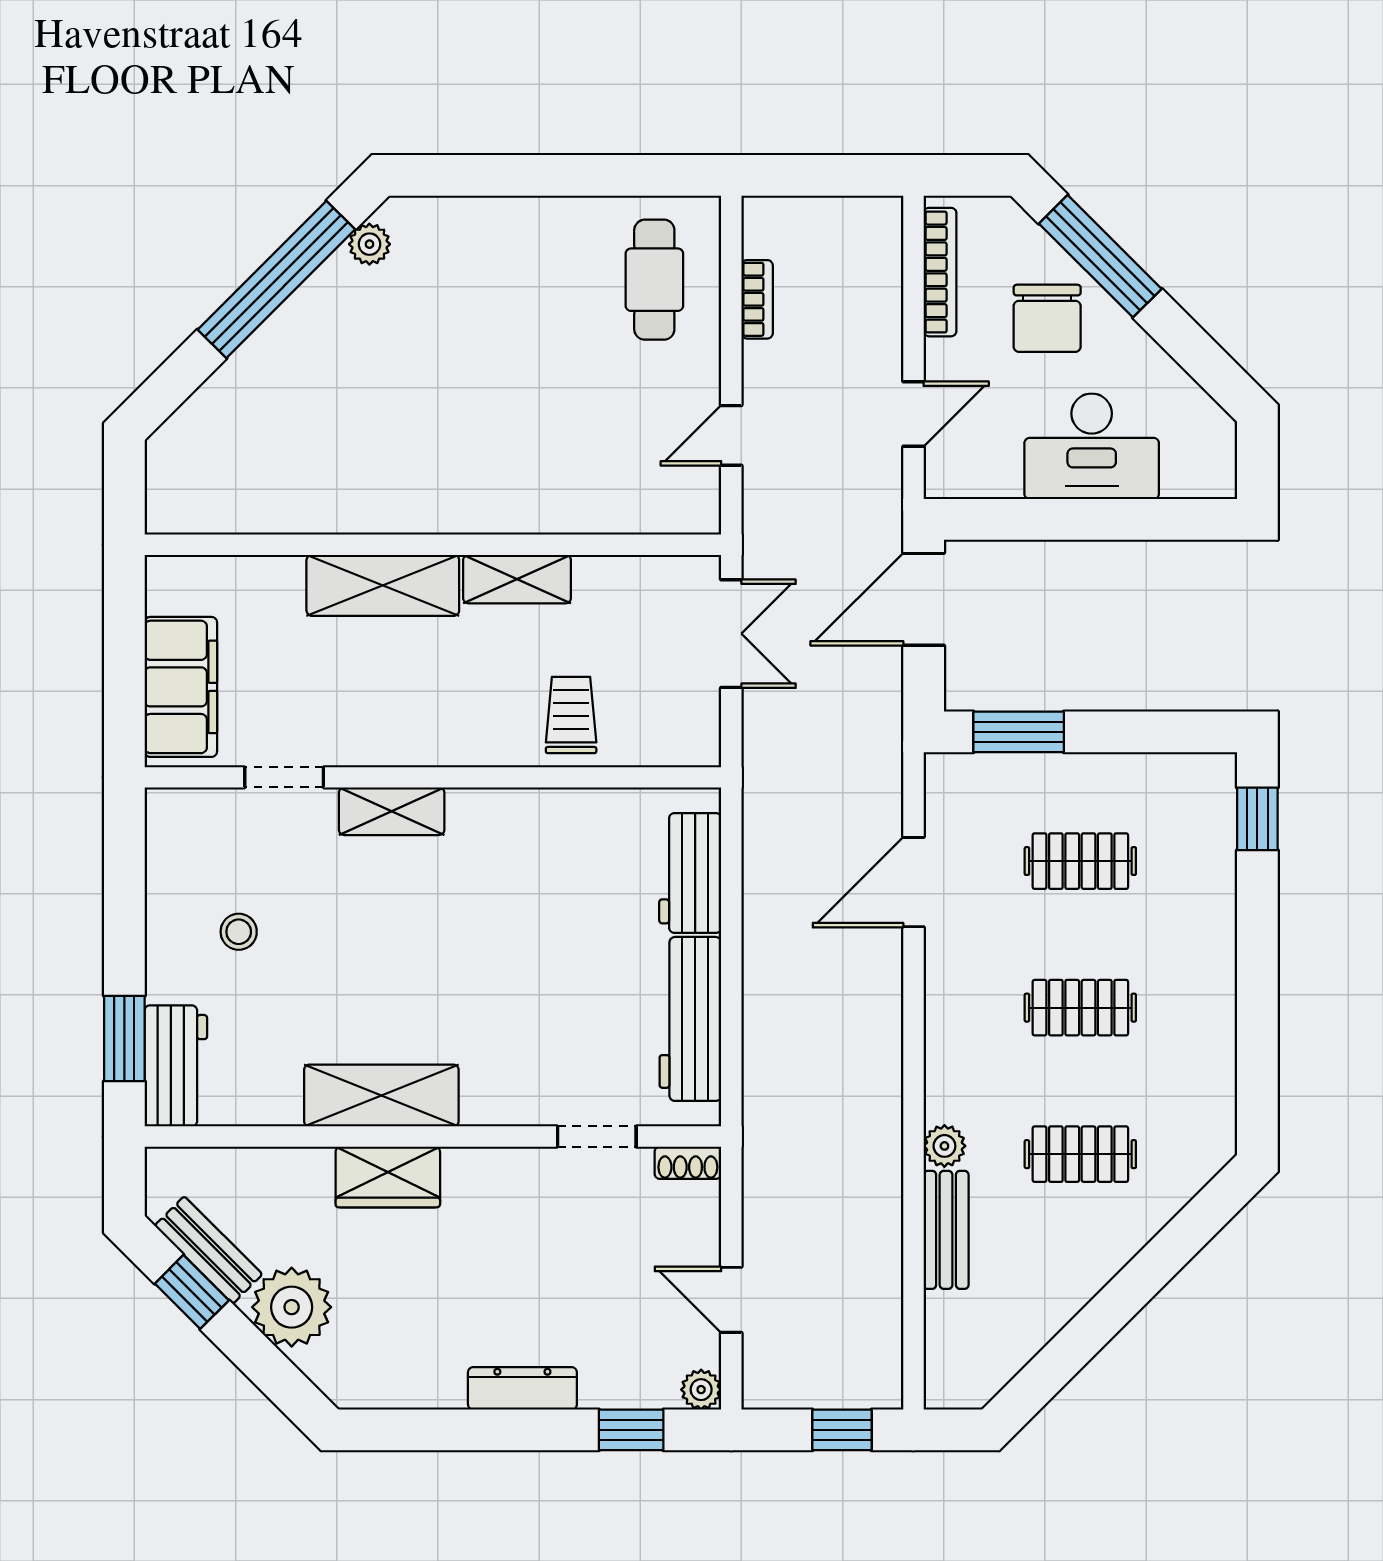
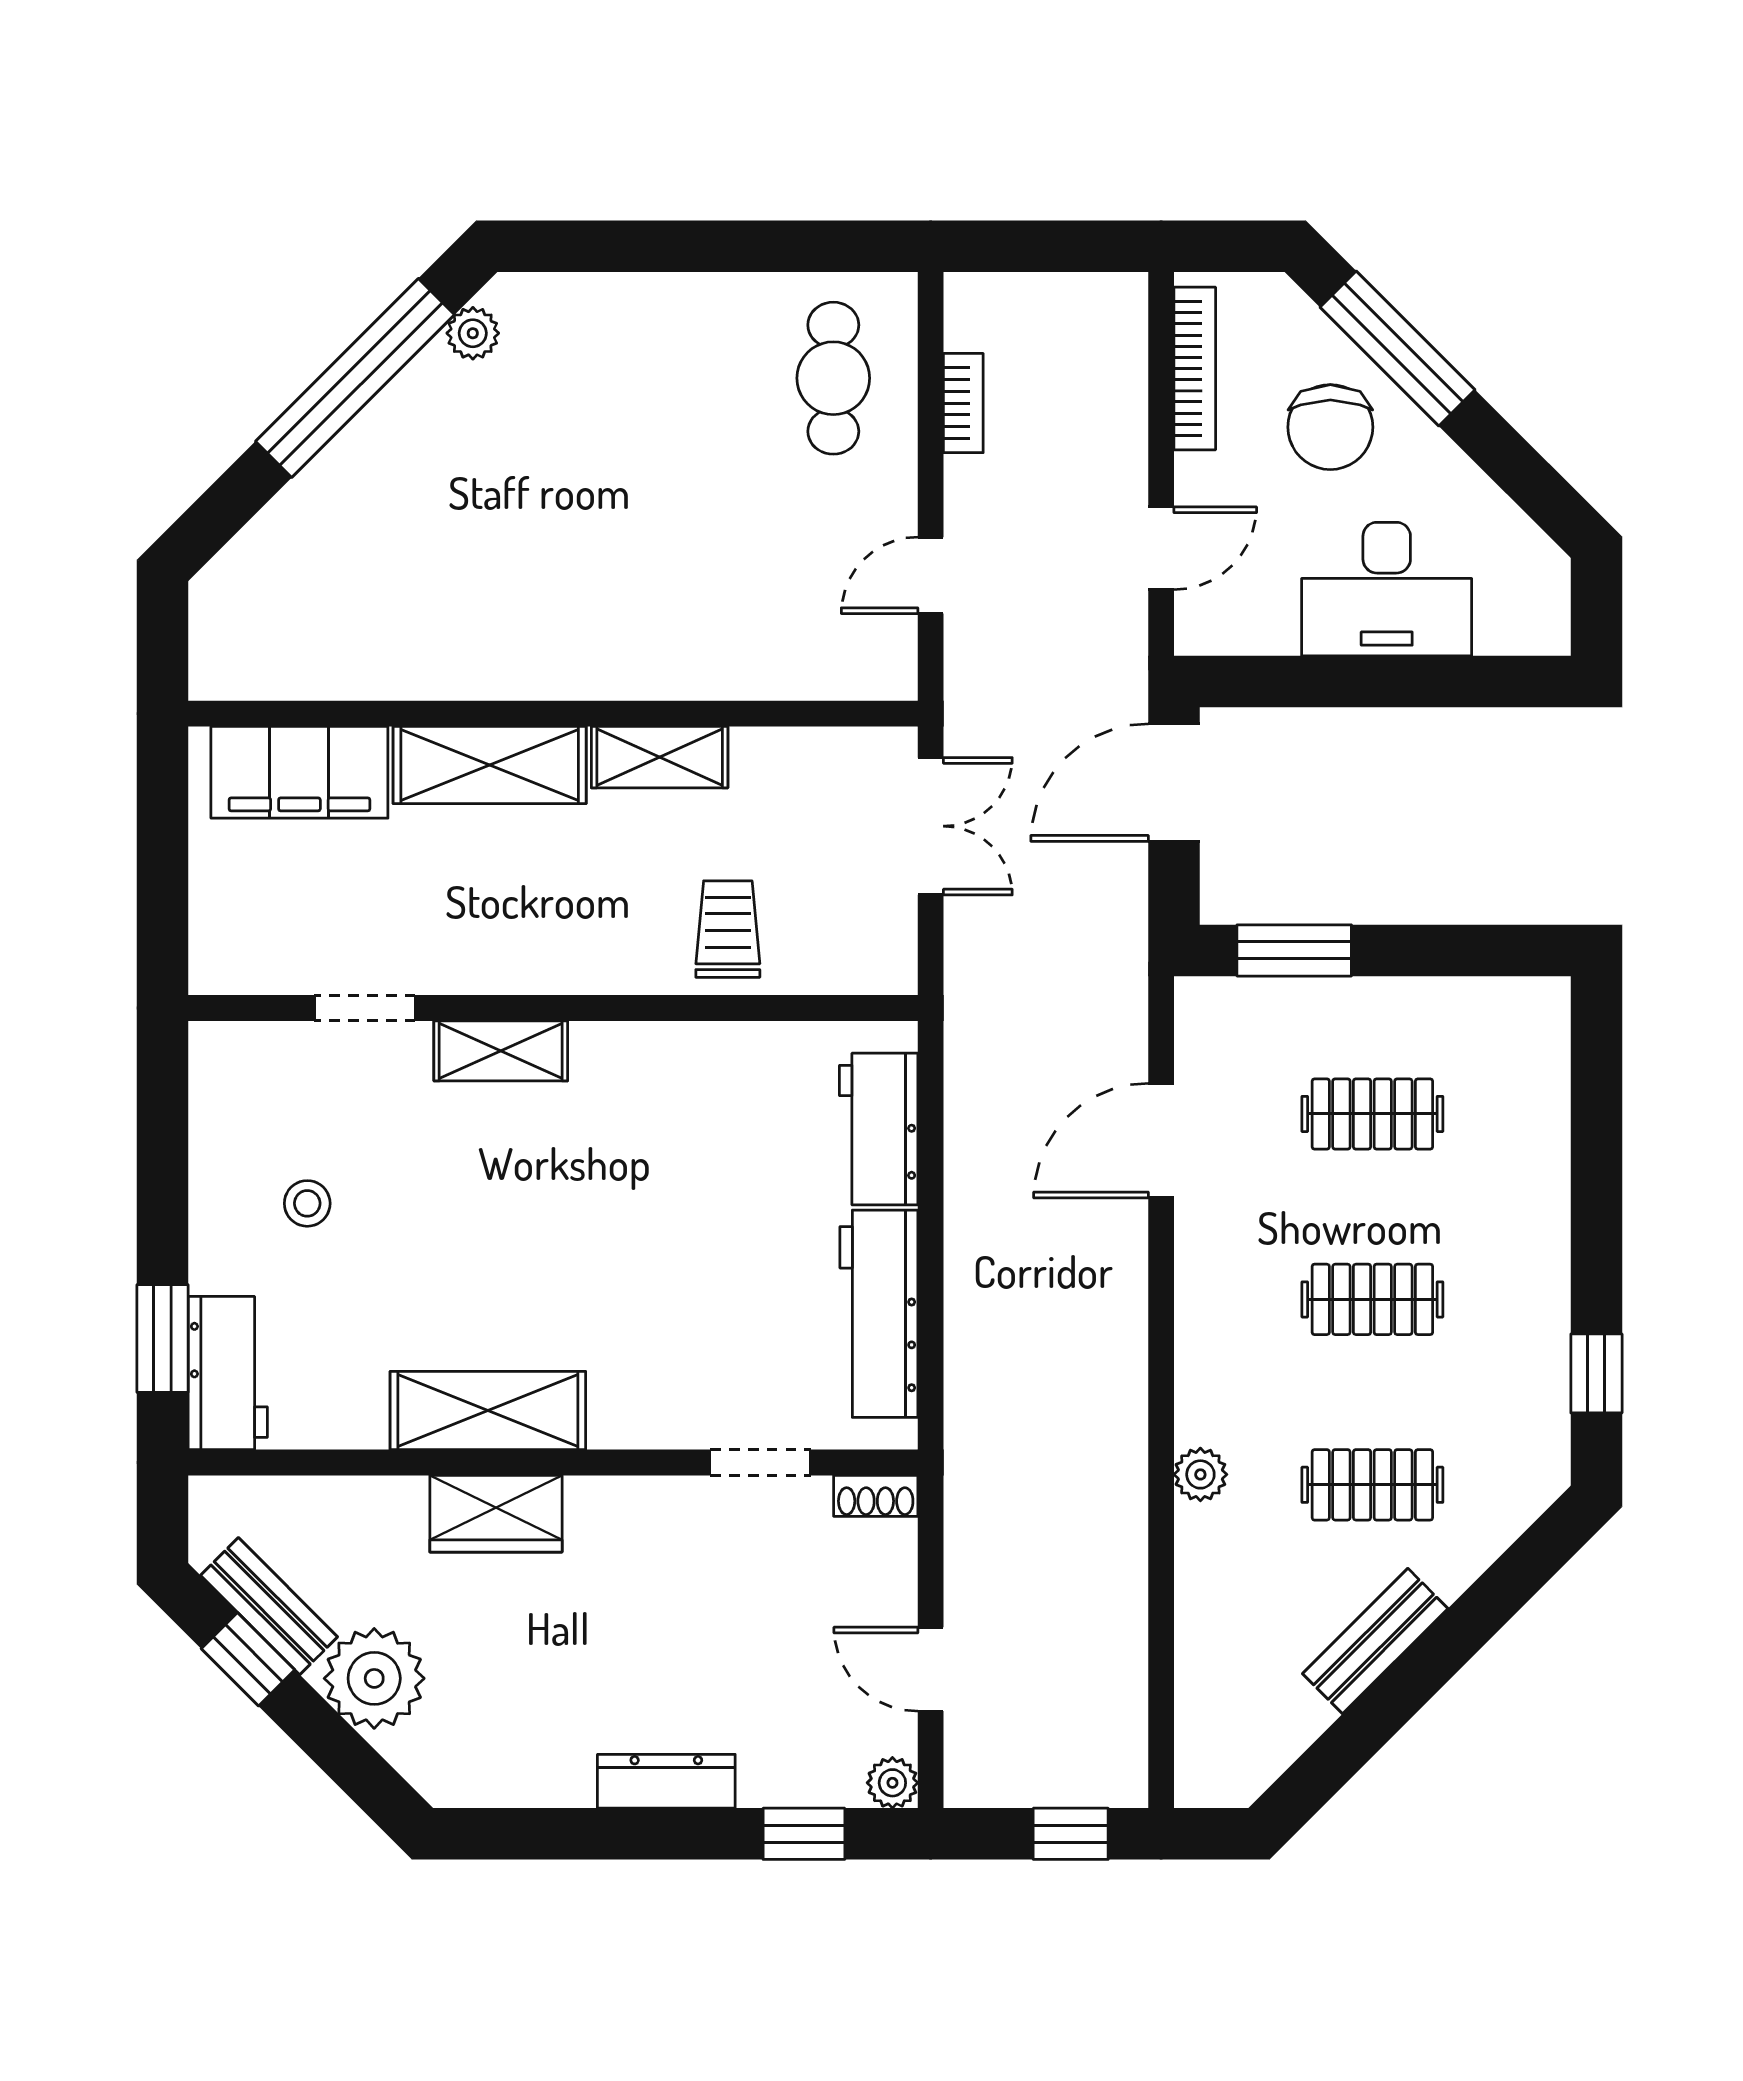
filing cabinet: (181, 687) -> (299, 772), moved, turned 90
window: (1257, 819) -> (1596, 1373), moved
bench: (946, 1230) -> (1375, 1641), moved, turned 45

